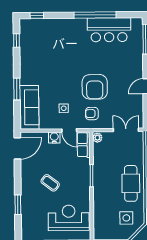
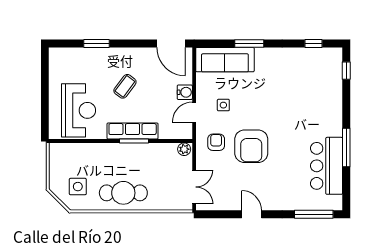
window: (95, 15) -> (346, 147), width x0.68
armchair: (95, 87) -> (251, 146), turned -90
row of seats: (84, 145) -> (133, 131), moved, width x1.48

